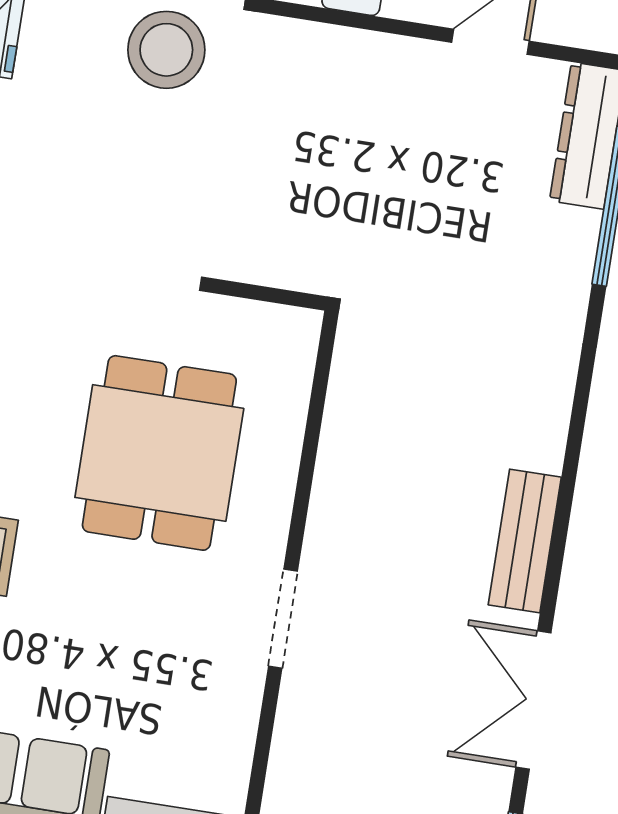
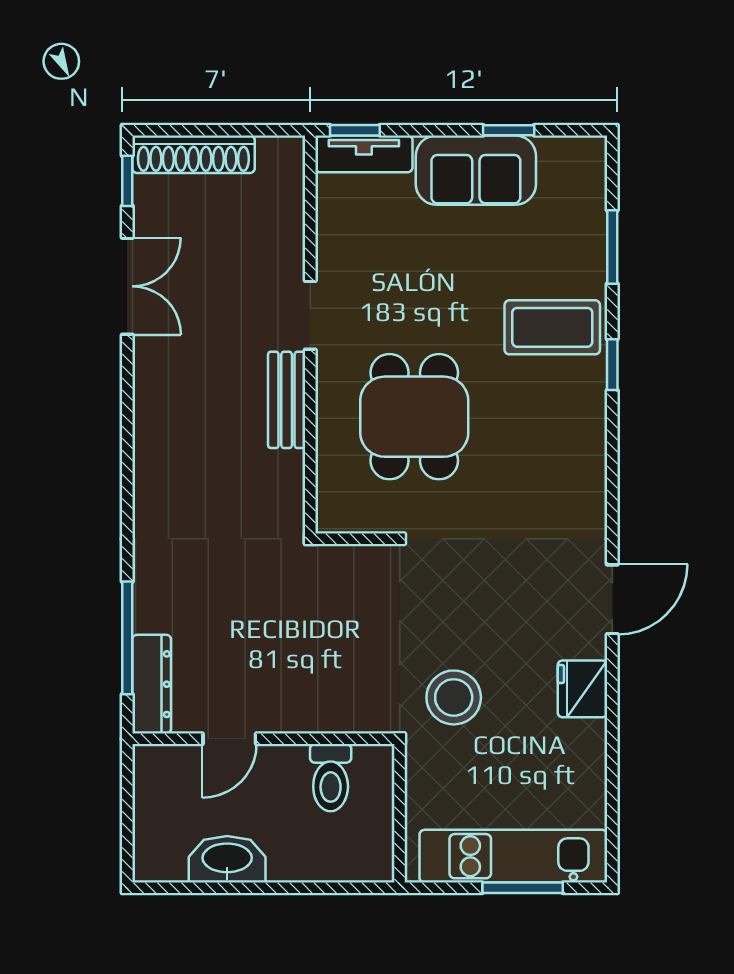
bench: (525, 541) -> (287, 400), moved

